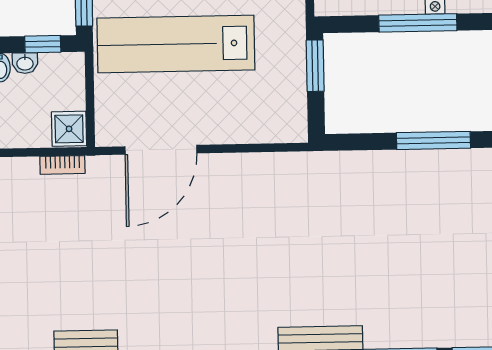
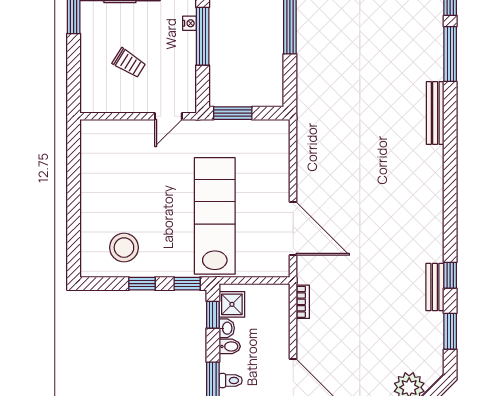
lab bench: (176, 44) -> (215, 216), turned 180
shower: (69, 129) -> (232, 304), moved

